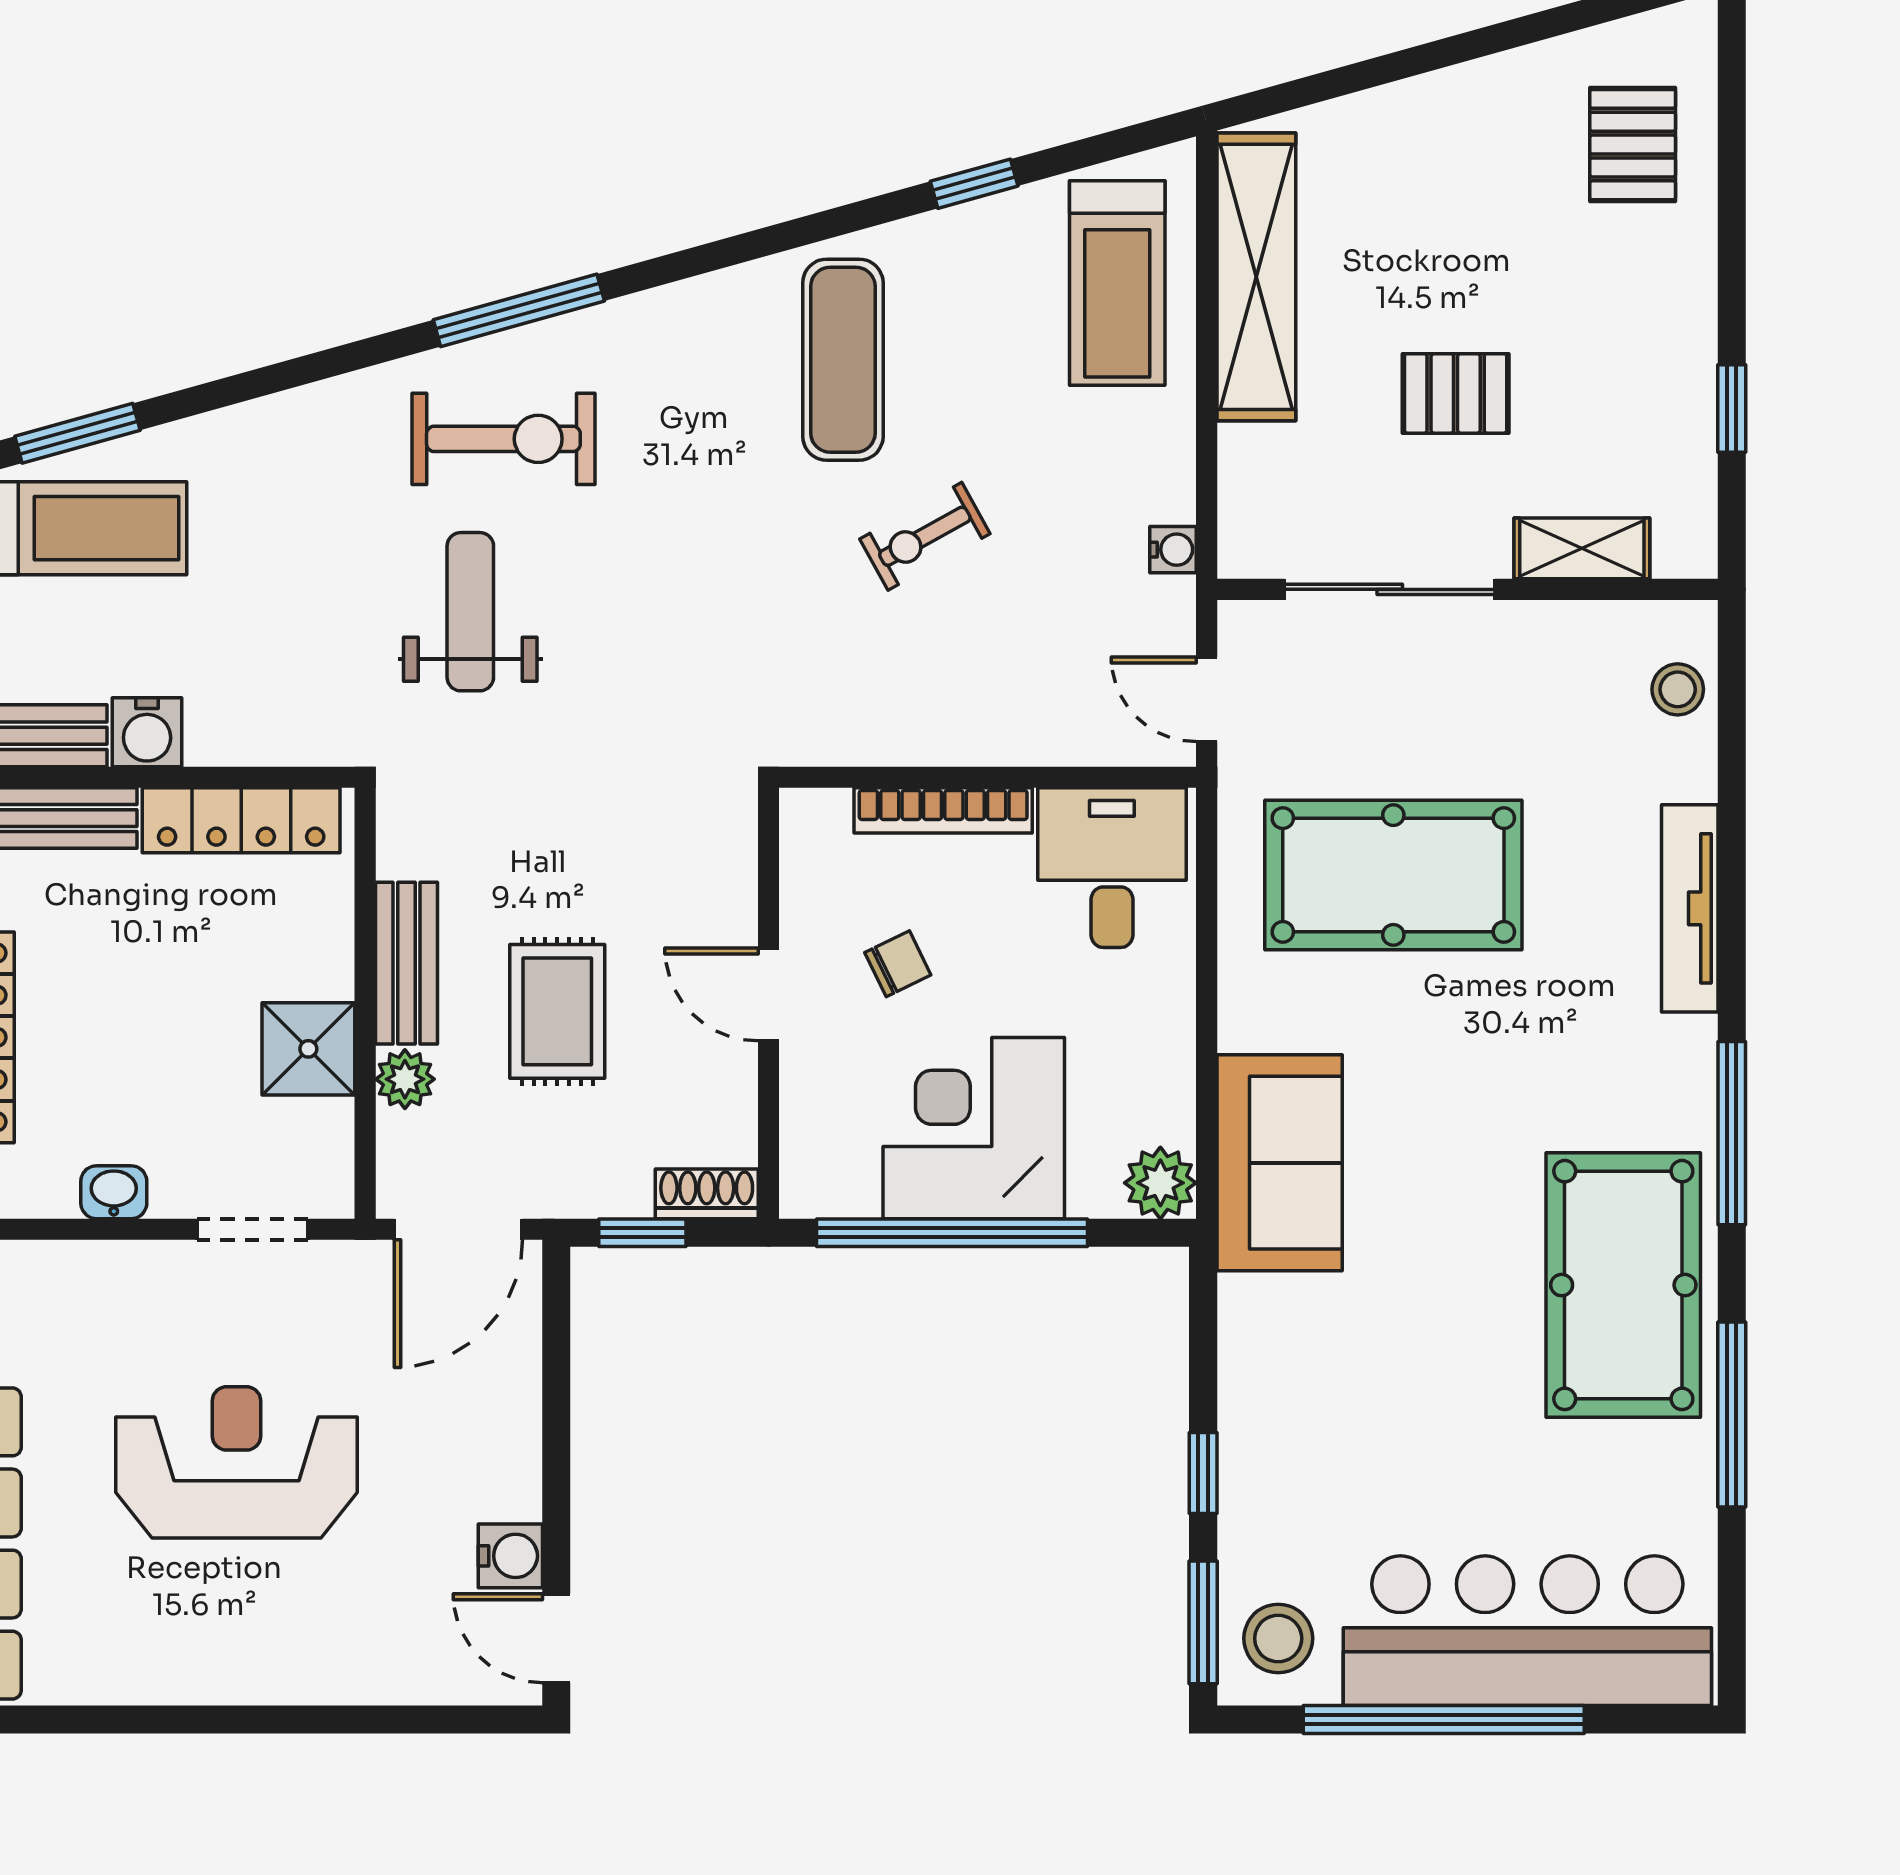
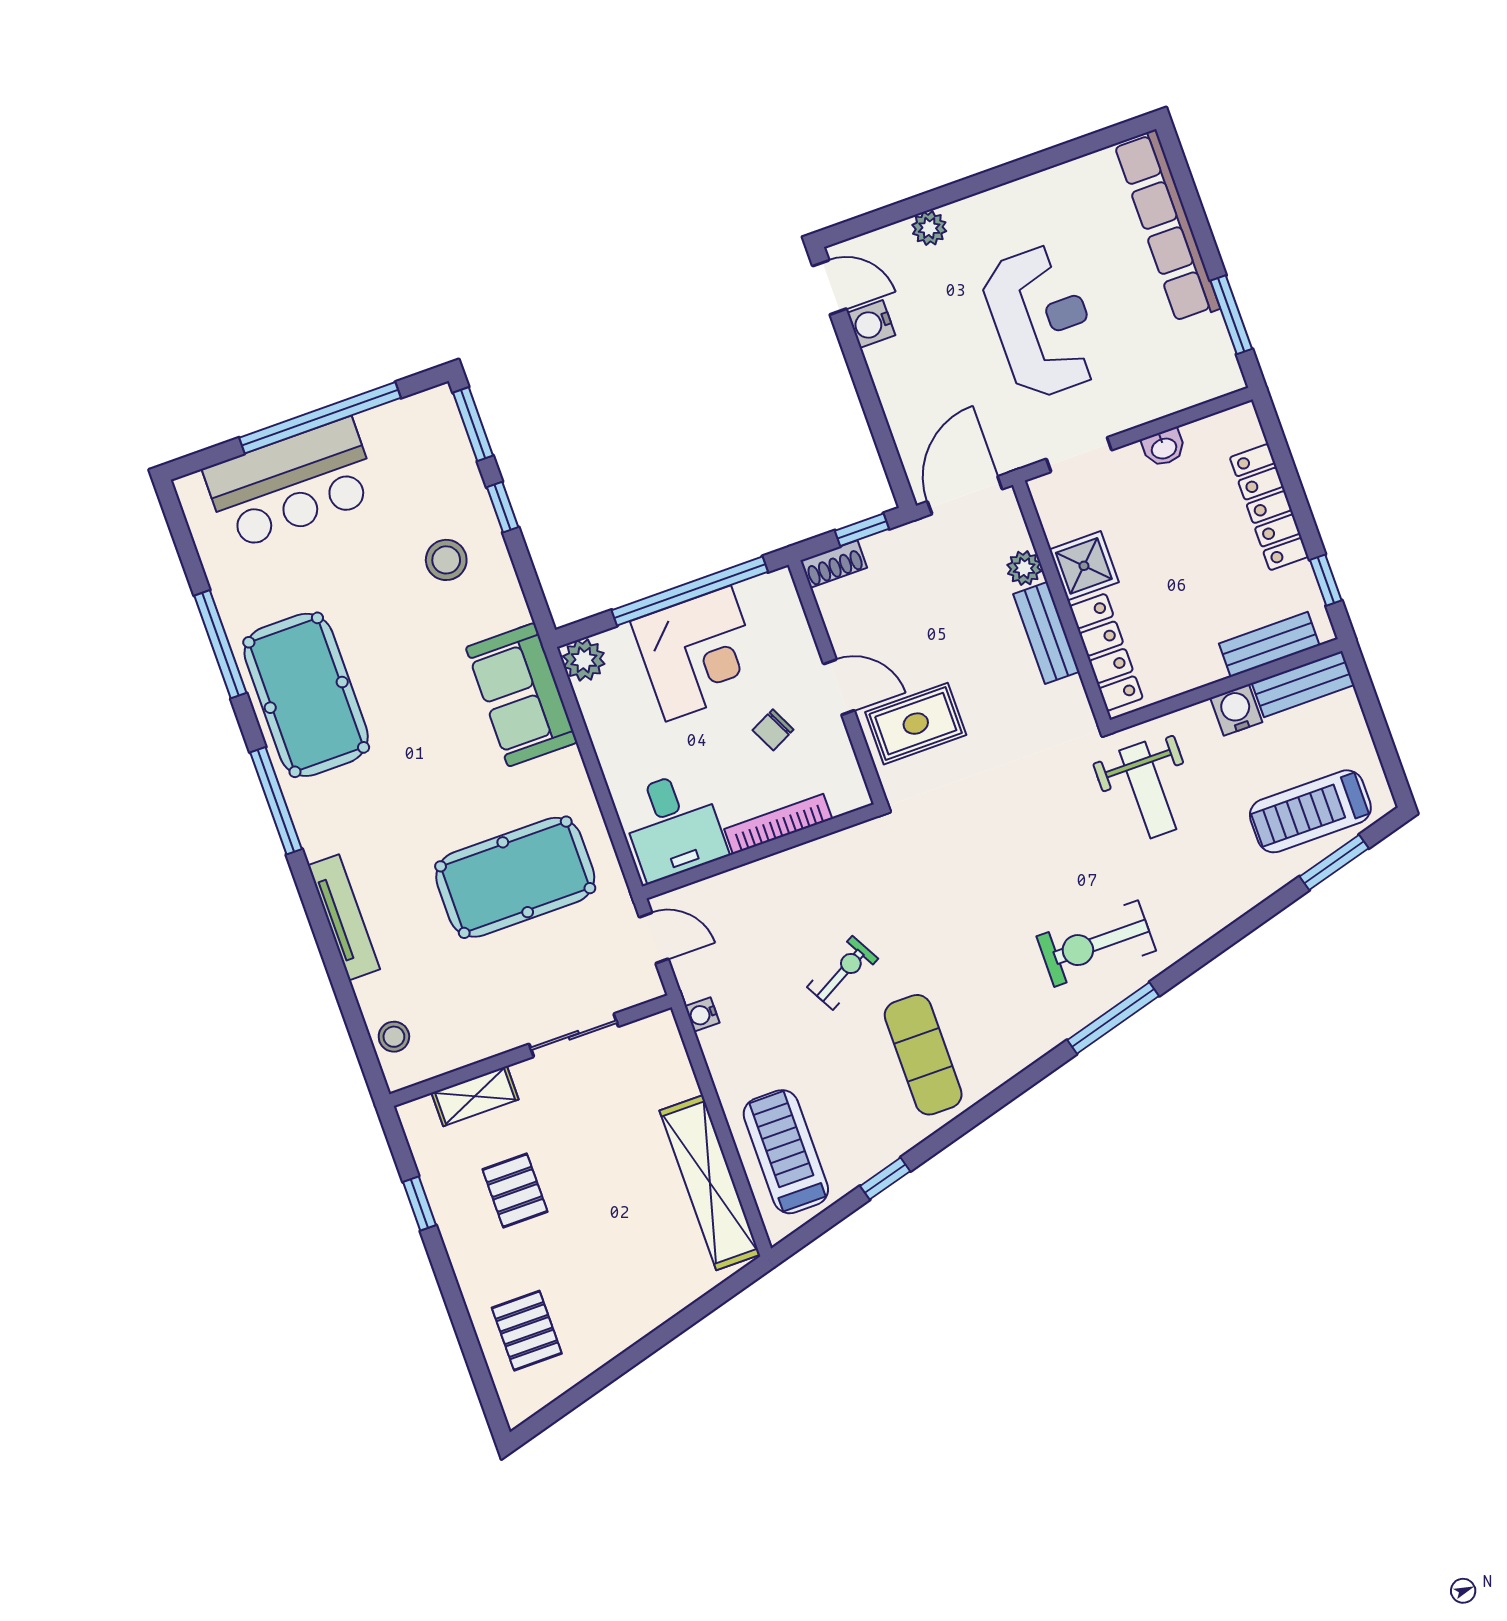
pallet: (1456, 393) -> (515, 1191), moved, turned 90
sliding door: (1390, 589) -> (574, 1035), width x0.73
weight bench: (470, 612) -> (1148, 790), moved
locker: (241, 820) -> (1106, 652), moved, turned 90
rug: (557, 1011) -> (916, 724), moved, turned 90
reception desk: (237, 1462) -> (1042, 322), turned -90
bar counter: (1527, 1631) -> (291, 484), width x0.73
stool: (1278, 1638) -> (446, 560), moved
plant: (363, 1676) -> (929, 228), added

